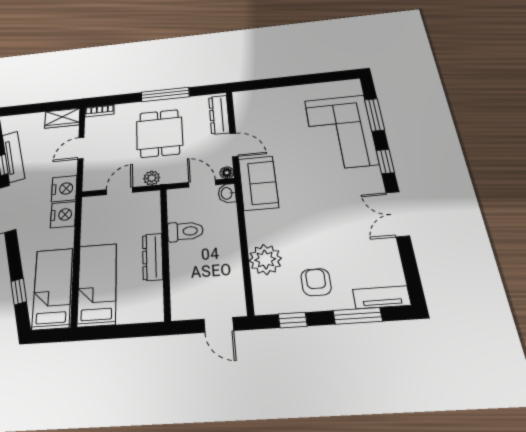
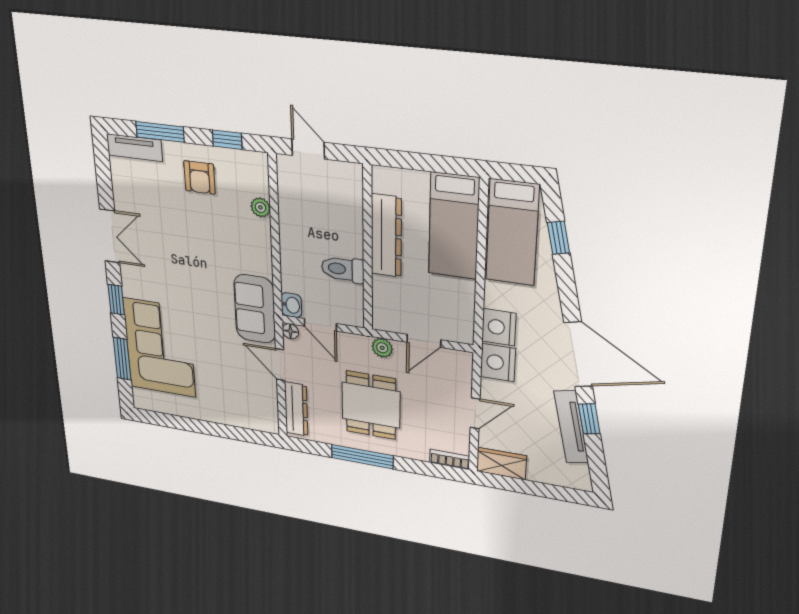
dresser: (153, 257) -> (386, 236), width x1.37, depth x1.24
plant: (265, 259) -> (260, 207), width x0.53, depth x0.53

